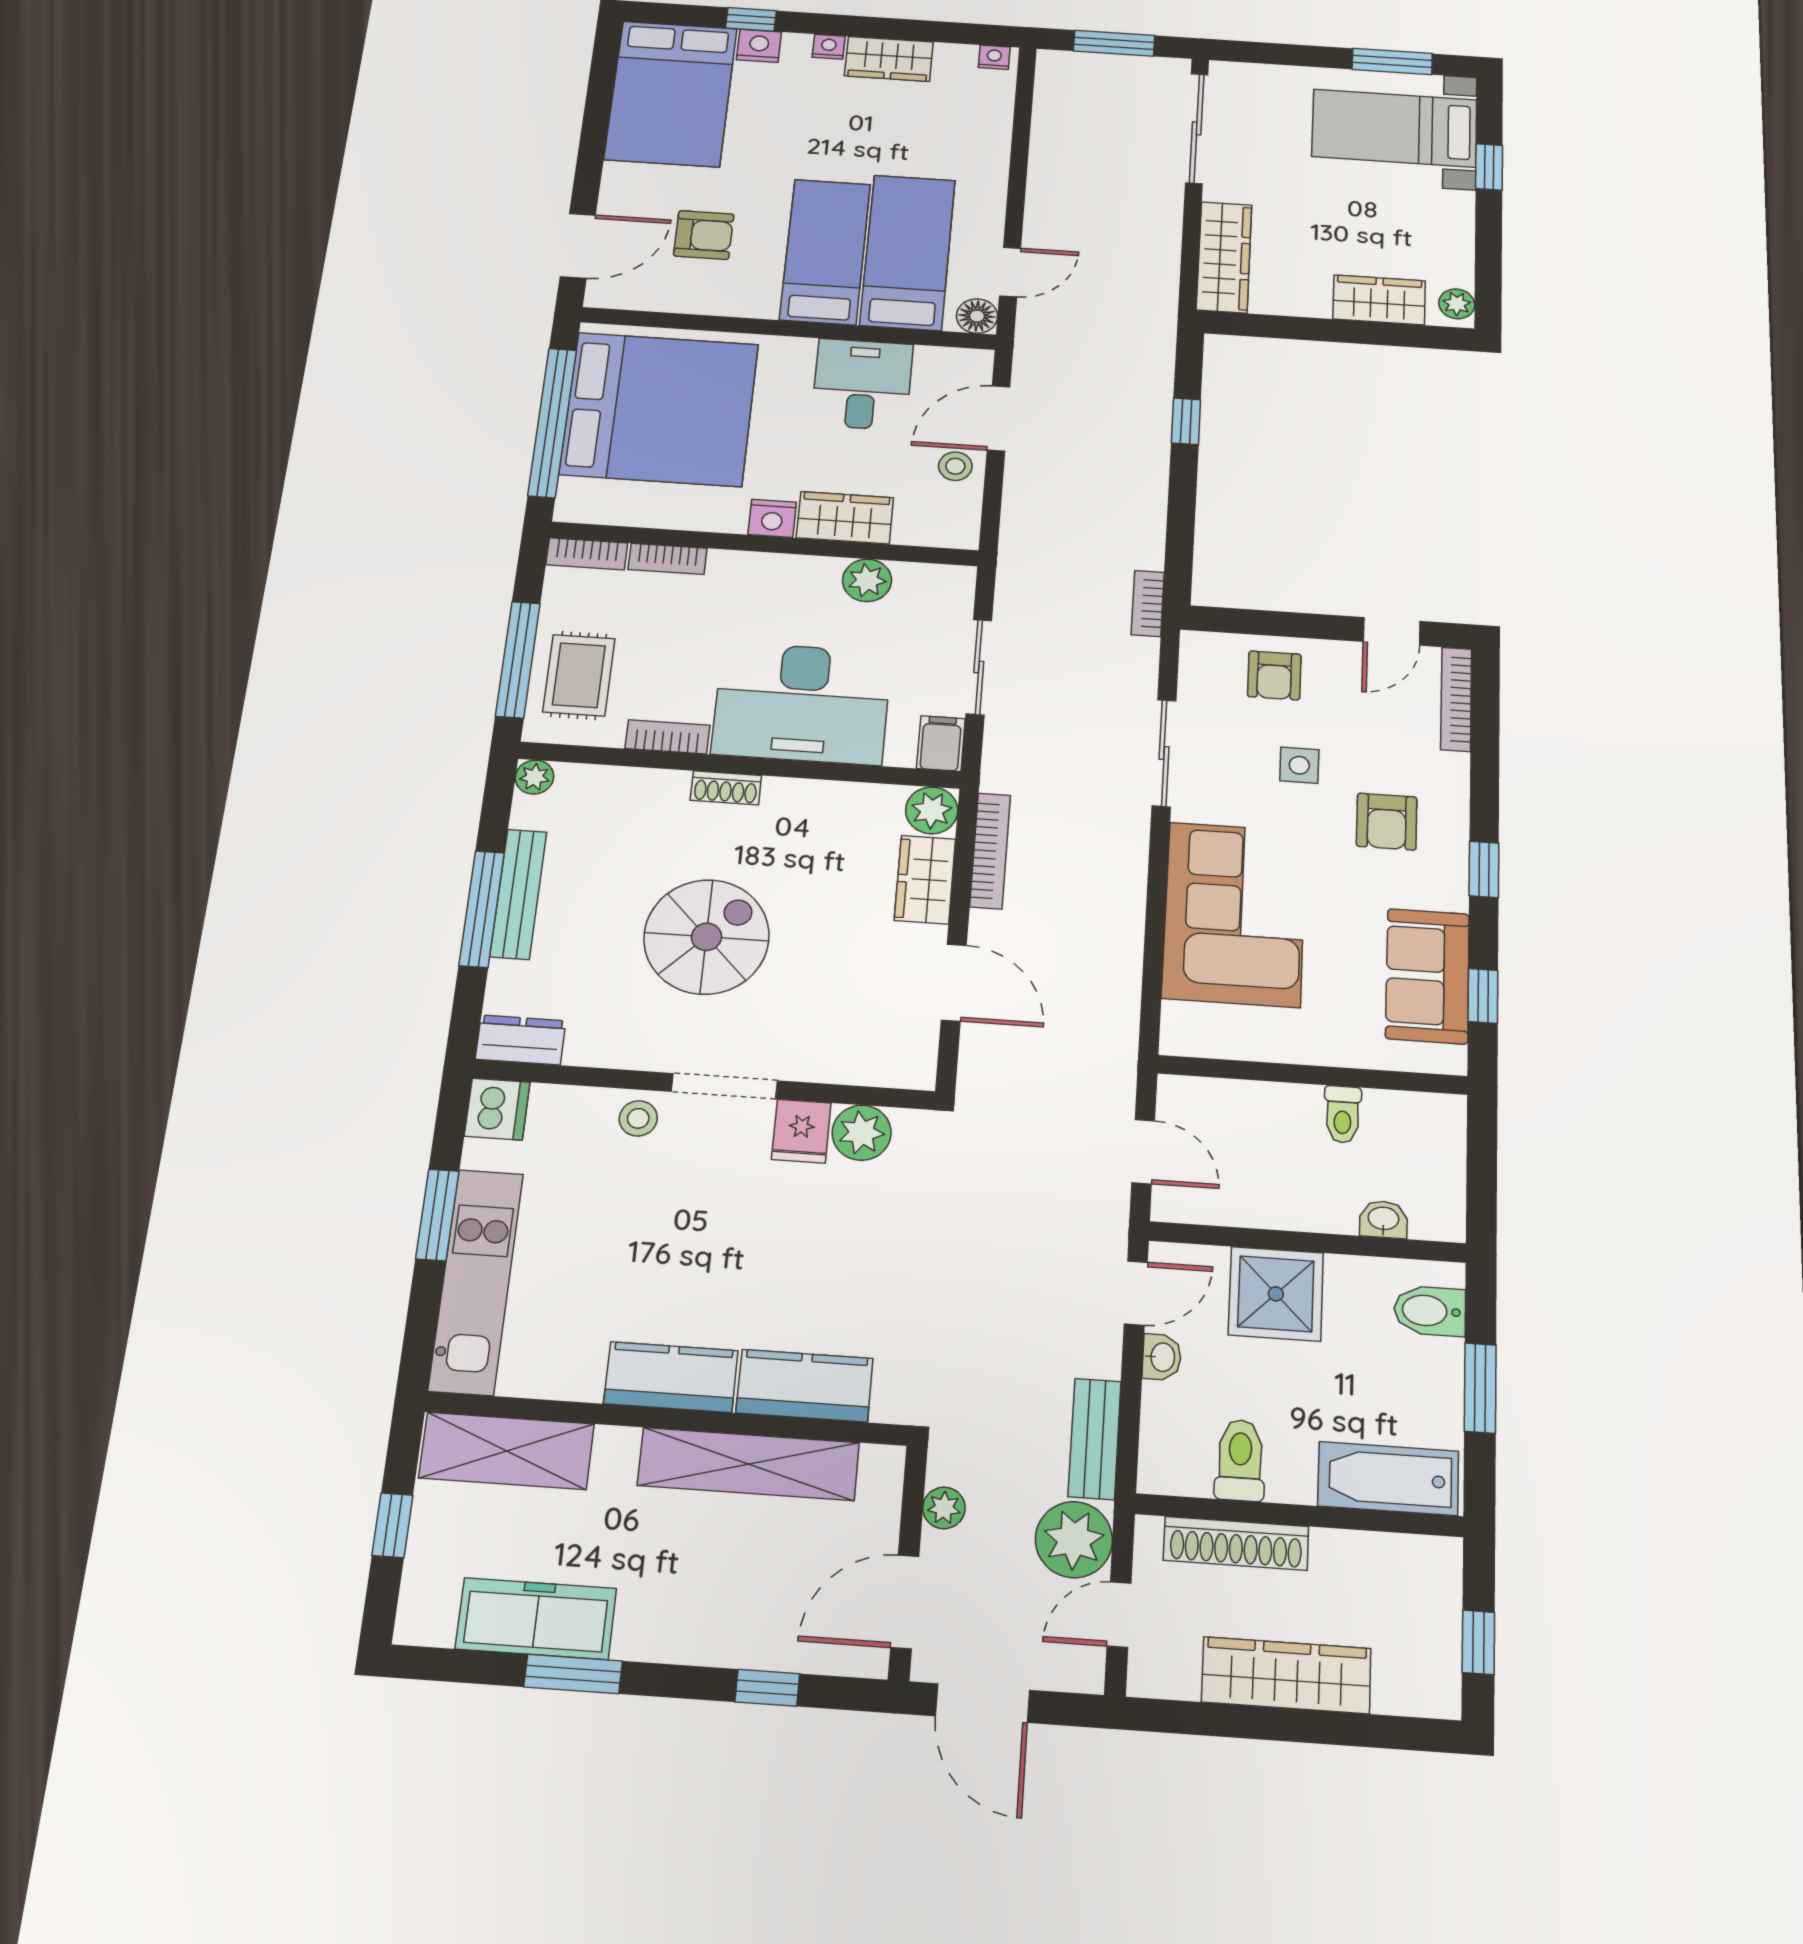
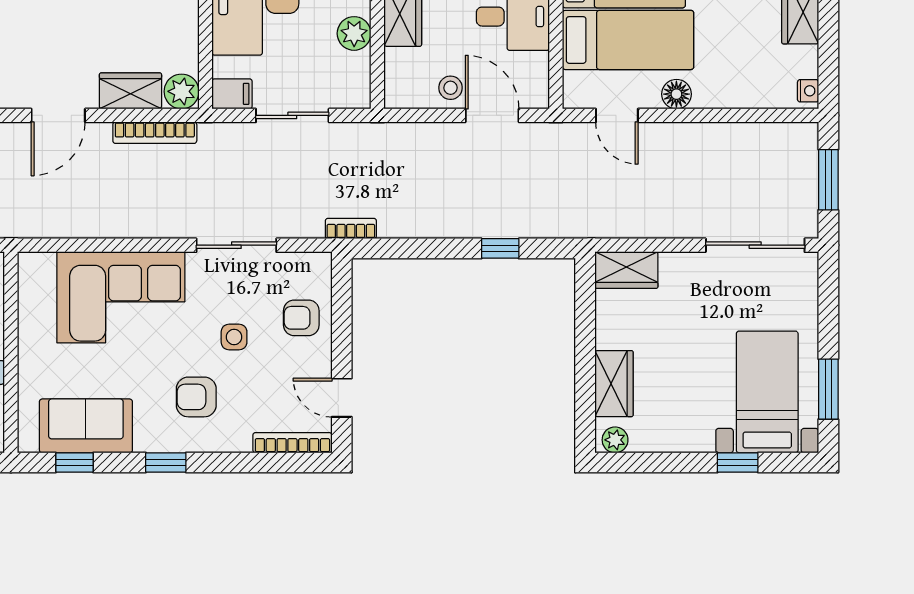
wardrobe: (1224, 257) -> (626, 270), width x0.67
floor lamp: (977, 316) -> (676, 94), moved

